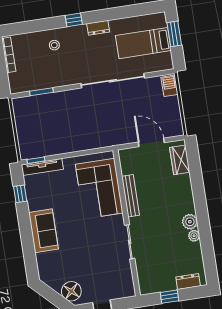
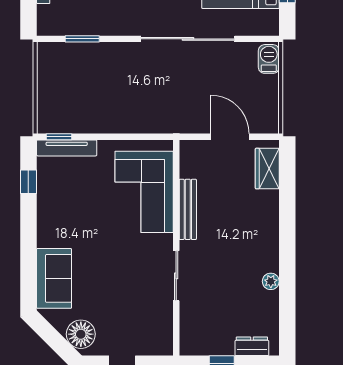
plant: (190, 222) -> (268, 260), removed
sofa: (43, 231) -> (54, 278), moved

